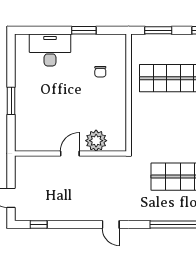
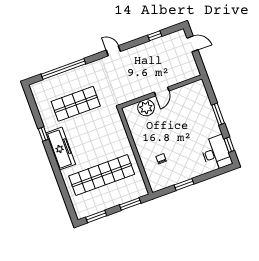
desk: (50, 50) -> (216, 153), moved, turned -90
window: (11, 59) -> (229, 145), added
window: (39, 225) -> (155, 36), moved

